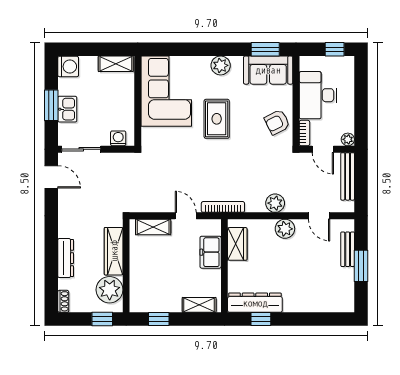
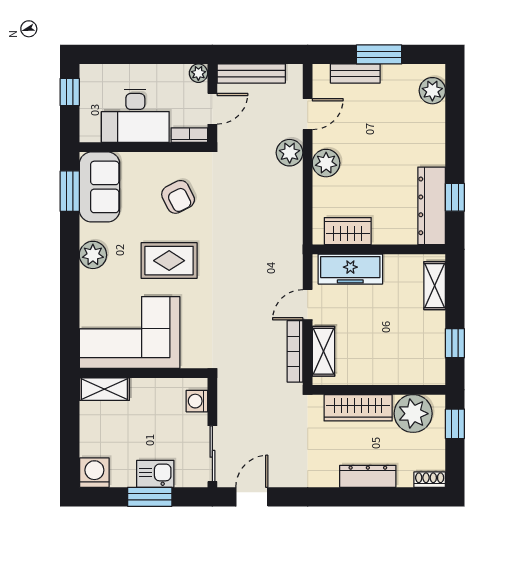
shelving: (116, 64) -> (104, 389), moved, turned 90
armchair: (277, 122) -> (178, 197), moved
plant: (275, 203) -> (290, 153), moved
bookcase: (223, 207) -> (295, 351), moved
freezer: (211, 252) -> (350, 269), width x1.40
plant: (336, 303) -> (432, 91), added

